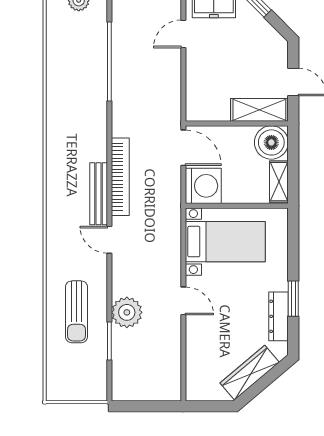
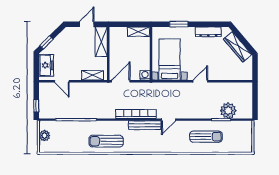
shelving: (195, 93) -> (93, 75), added
sun lounger: (68, 119) -> (106, 141), added
boiler: (271, 142) -> (118, 36), removed
washing machine: (203, 186) -> (145, 75), width x0.53, depth x0.53
window: (293, 299) -> (179, 24), moved
plant: (127, 312) -> (228, 111), moved

